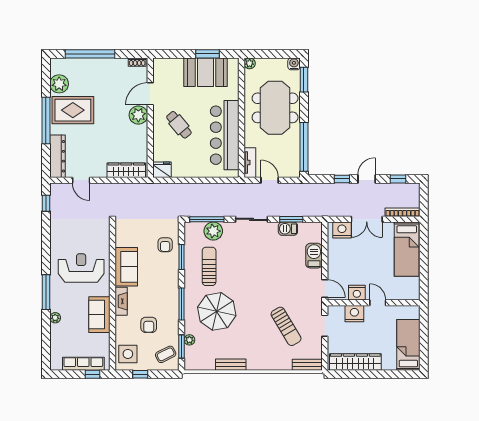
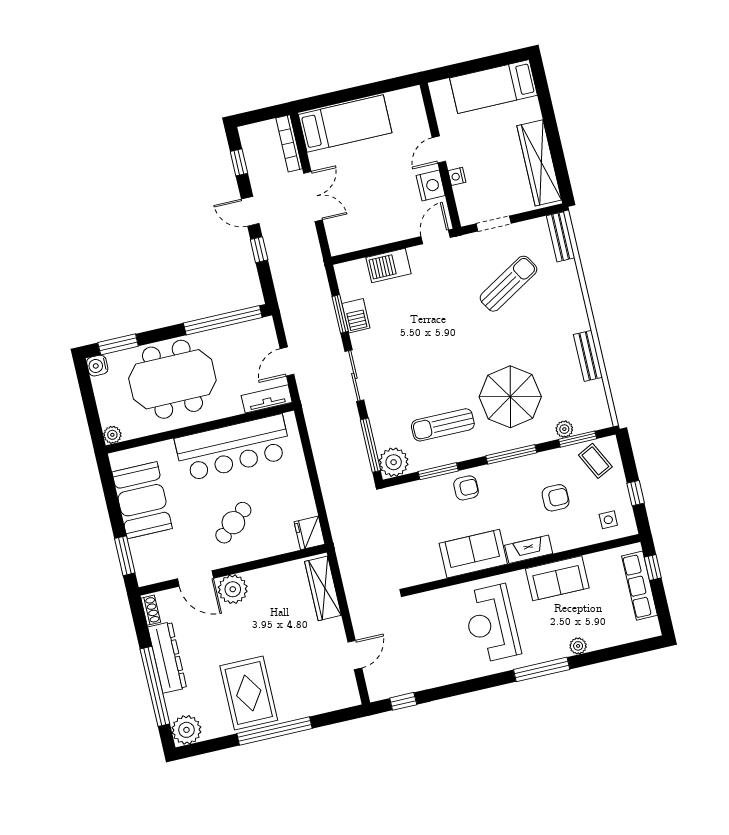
window: (208, 54) -> (125, 556), moved
plant: (59, 84) -> (186, 730), moved
dresser: (58, 156) -> (167, 658), moved, turned 90
nightstand: (342, 230) -> (339, 231), removed
plant: (213, 231) -> (394, 462), moved
armchair: (165, 245) -> (466, 488), moved
nightstand: (354, 314) -> (457, 176), width x0.53, depth x0.56
side table: (128, 354) -> (608, 520), width x0.54, depth x0.54

